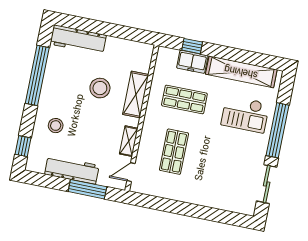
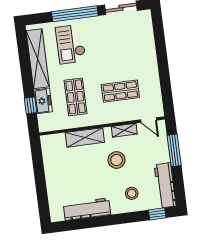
workbench: (78, 40) -> (87, 209), moved, turned -90
window: (37, 75) -> (96, 222), removed
stool: (100, 88) -> (117, 160), moved
checkout: (245, 114) -> (71, 44), turned 180
workbench: (72, 170) -> (165, 185), moved

